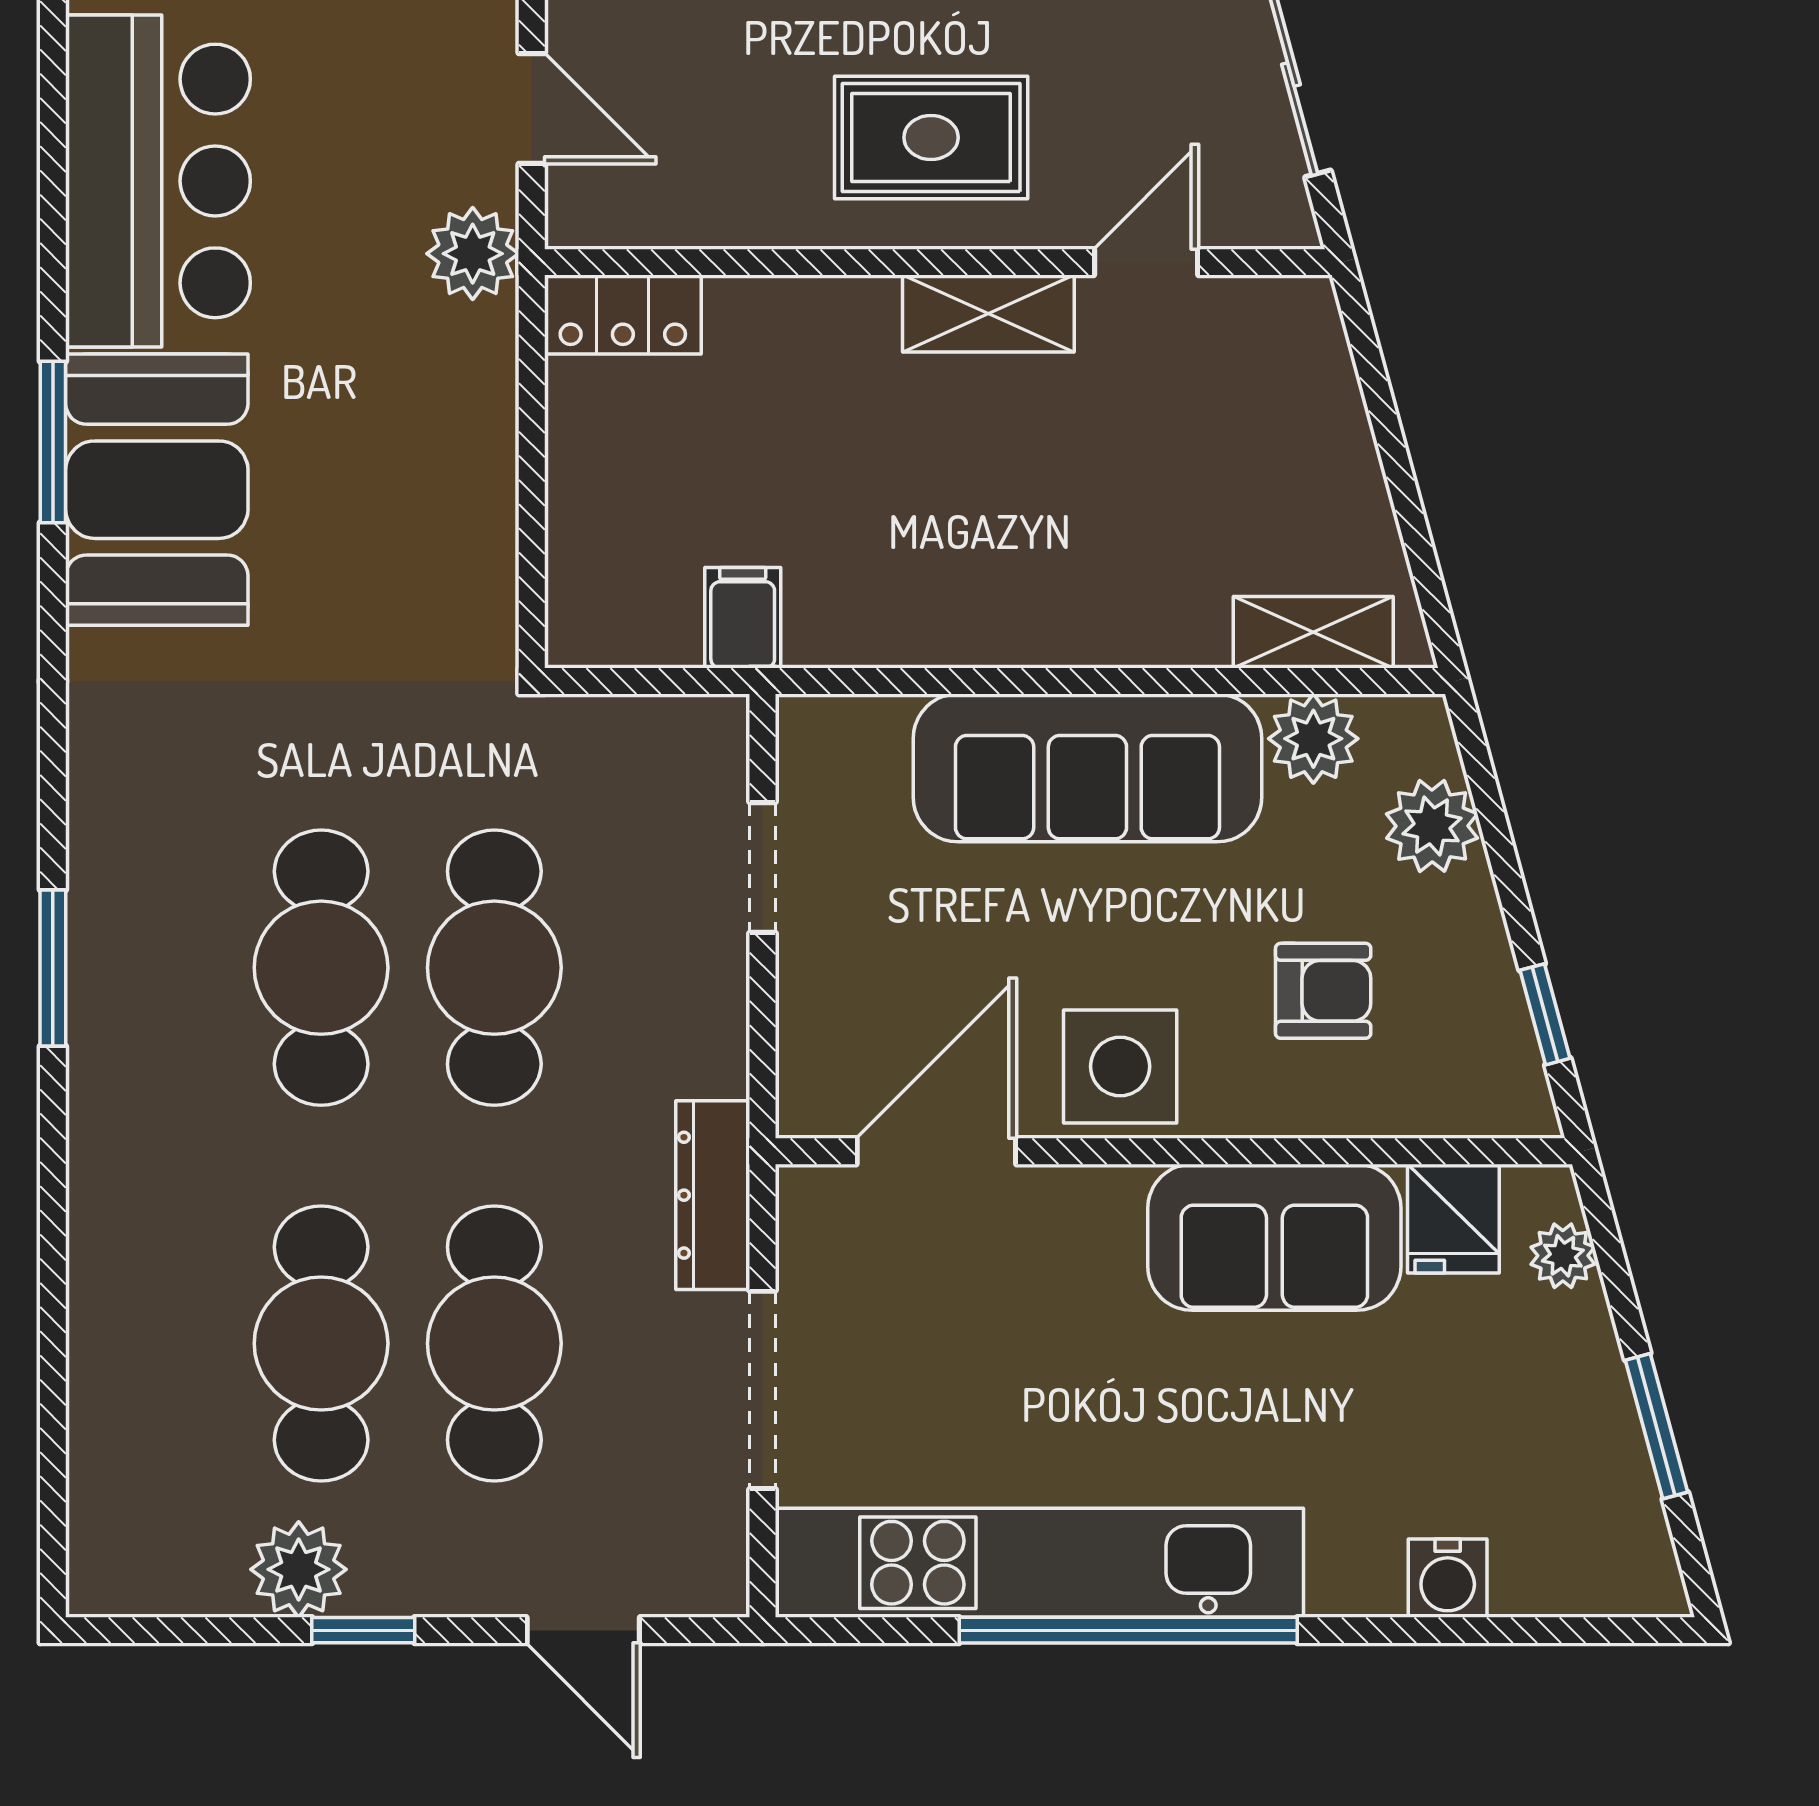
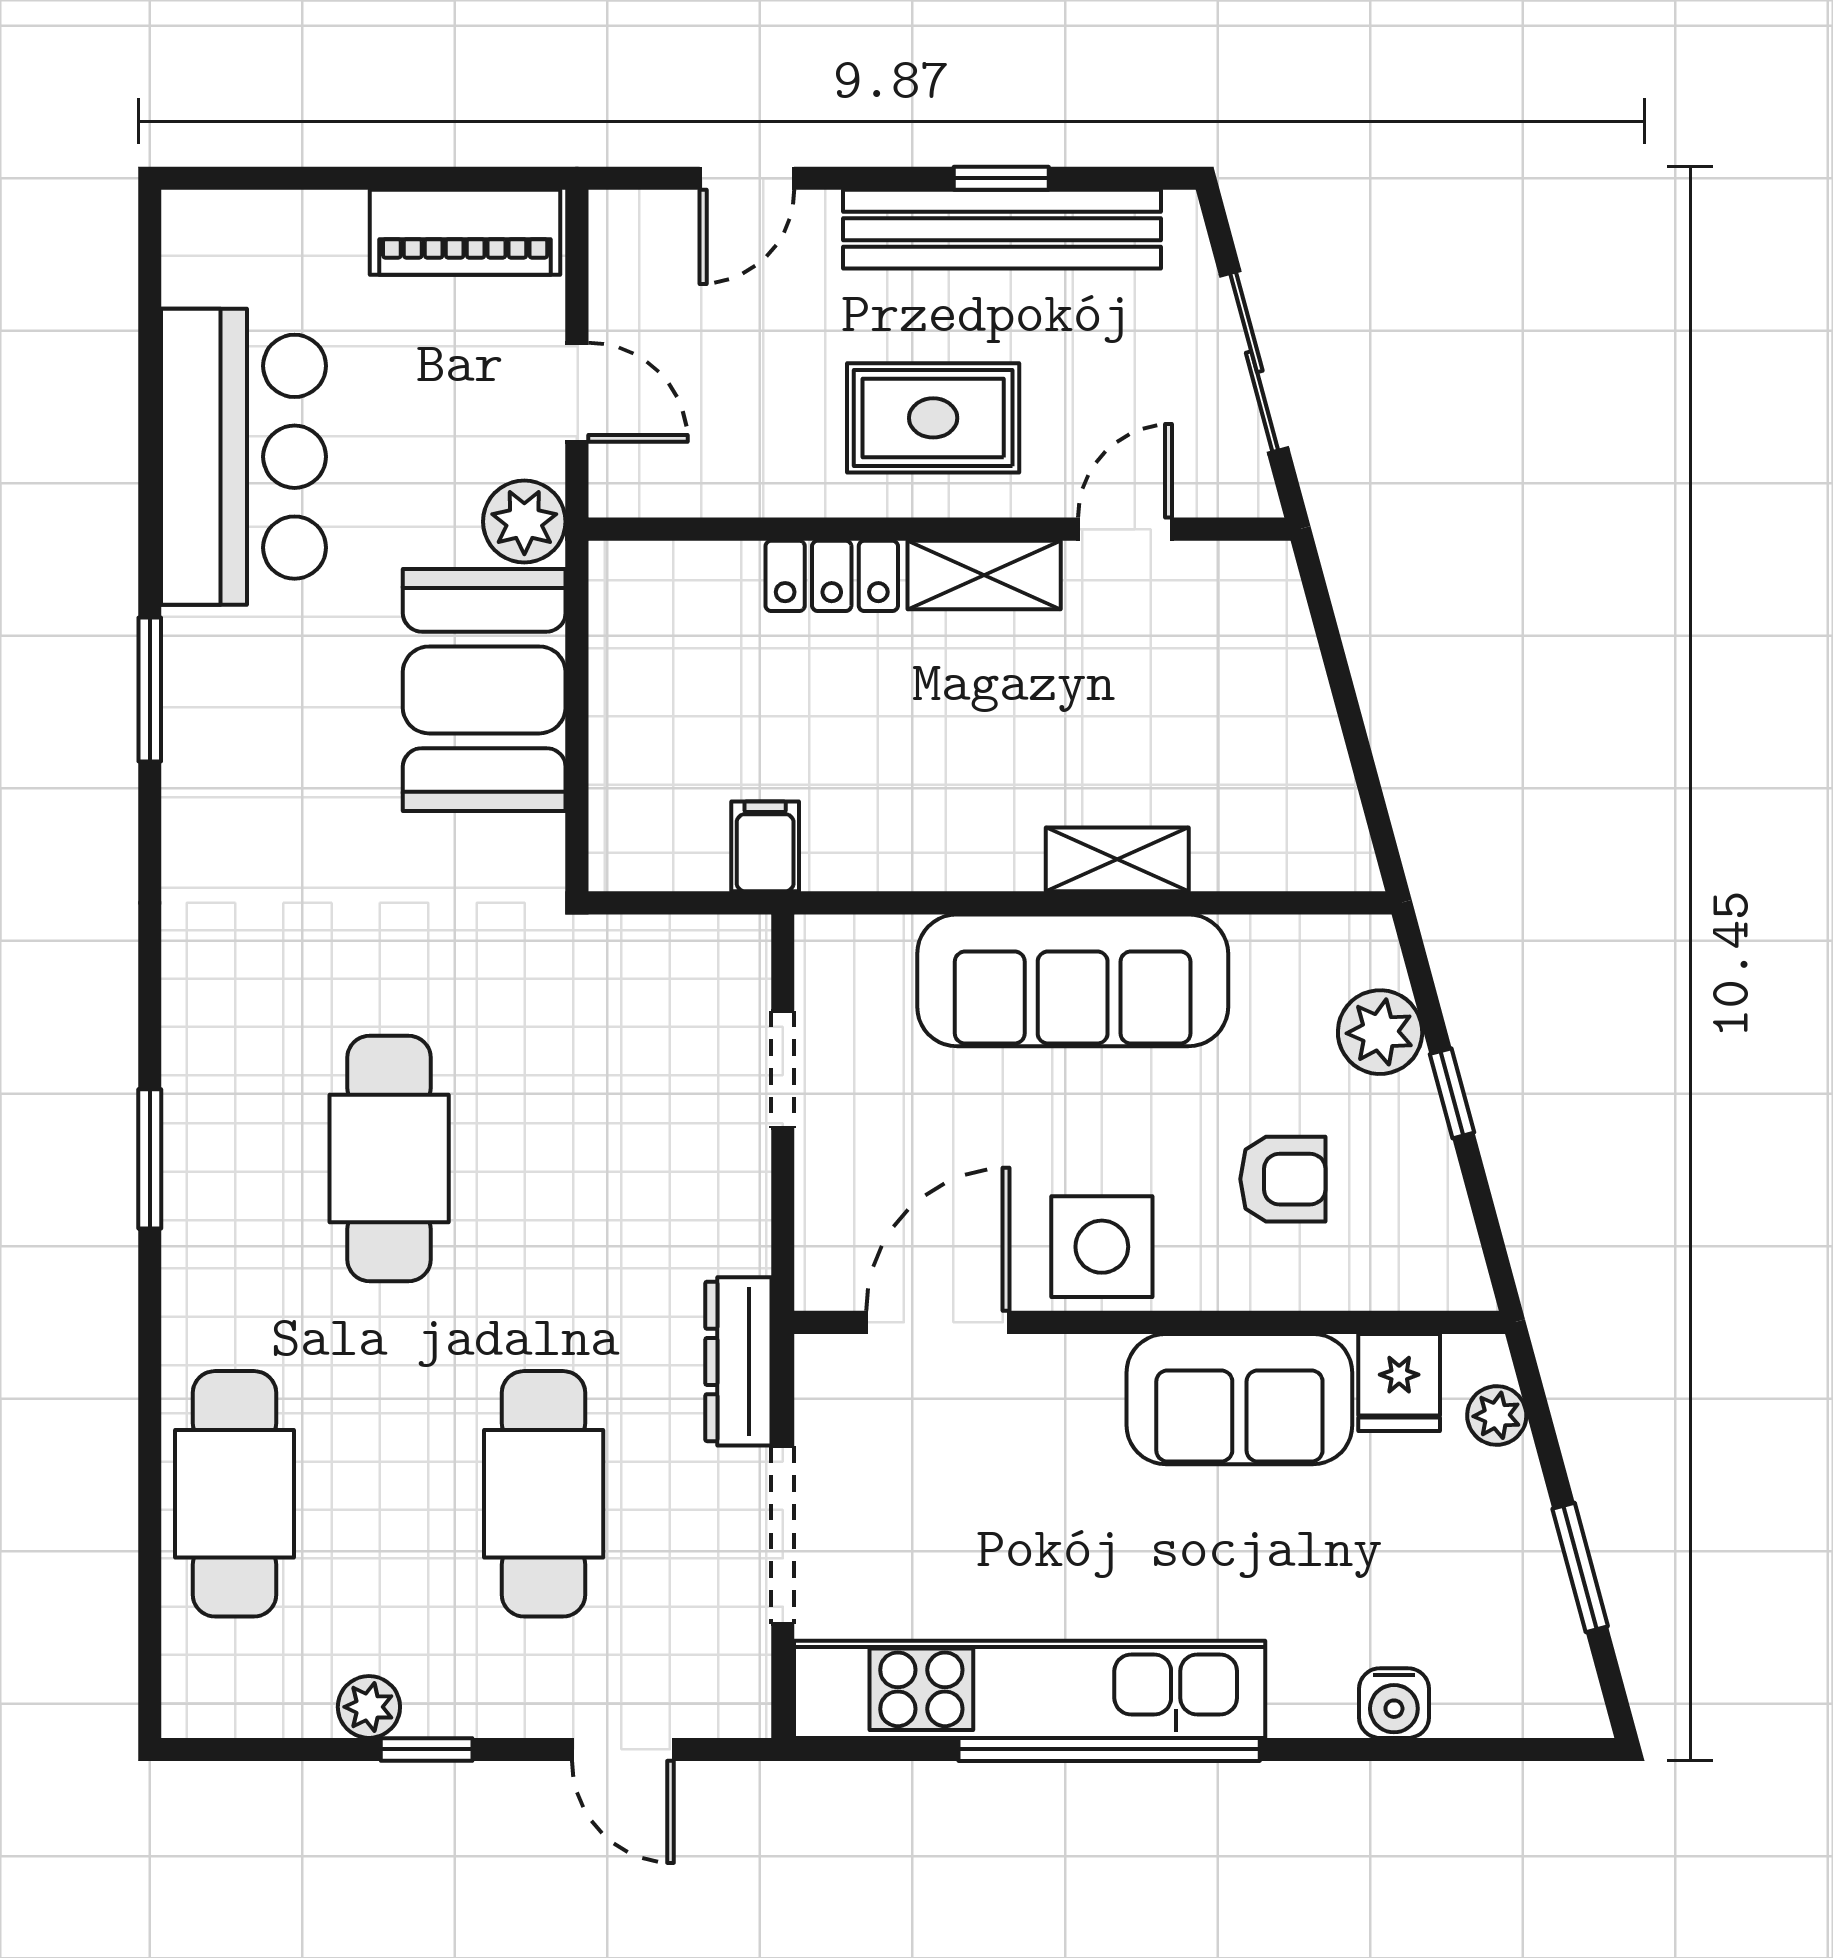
locker: (623, 315) -> (832, 576), moved
booth: (157, 490) -> (484, 690), moved
shelving: (1313, 632) -> (1117, 859), moved
plant: (1313, 739) -> (1274, 954), removed
cafe table: (494, 968) -> (544, 1159), removed
window: (1545, 1014) -> (1452, 1093), moved
cafe table: (321, 1343) -> (234, 1494), moved
plant: (299, 1569) -> (369, 1707), width x0.73, depth x0.73

